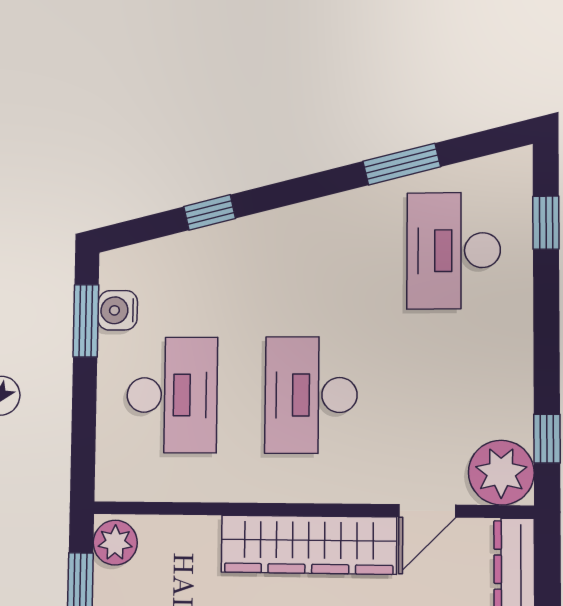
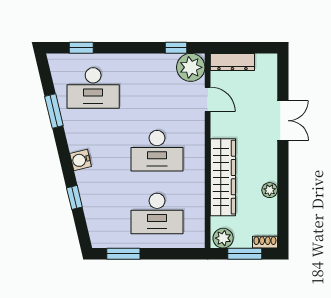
water cooler: (118, 310) -> (81, 160), moved, turned 77
desk: (172, 395) -> (157, 213), turned 180
wardrobe: (308, 545) -> (223, 177), moved

